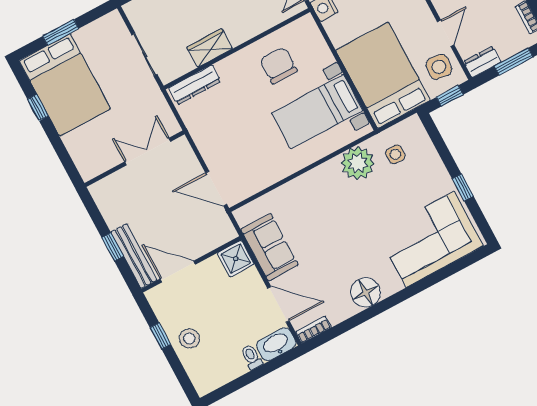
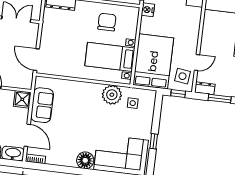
floor lamp: (366, 293) -> (85, 160), moved

